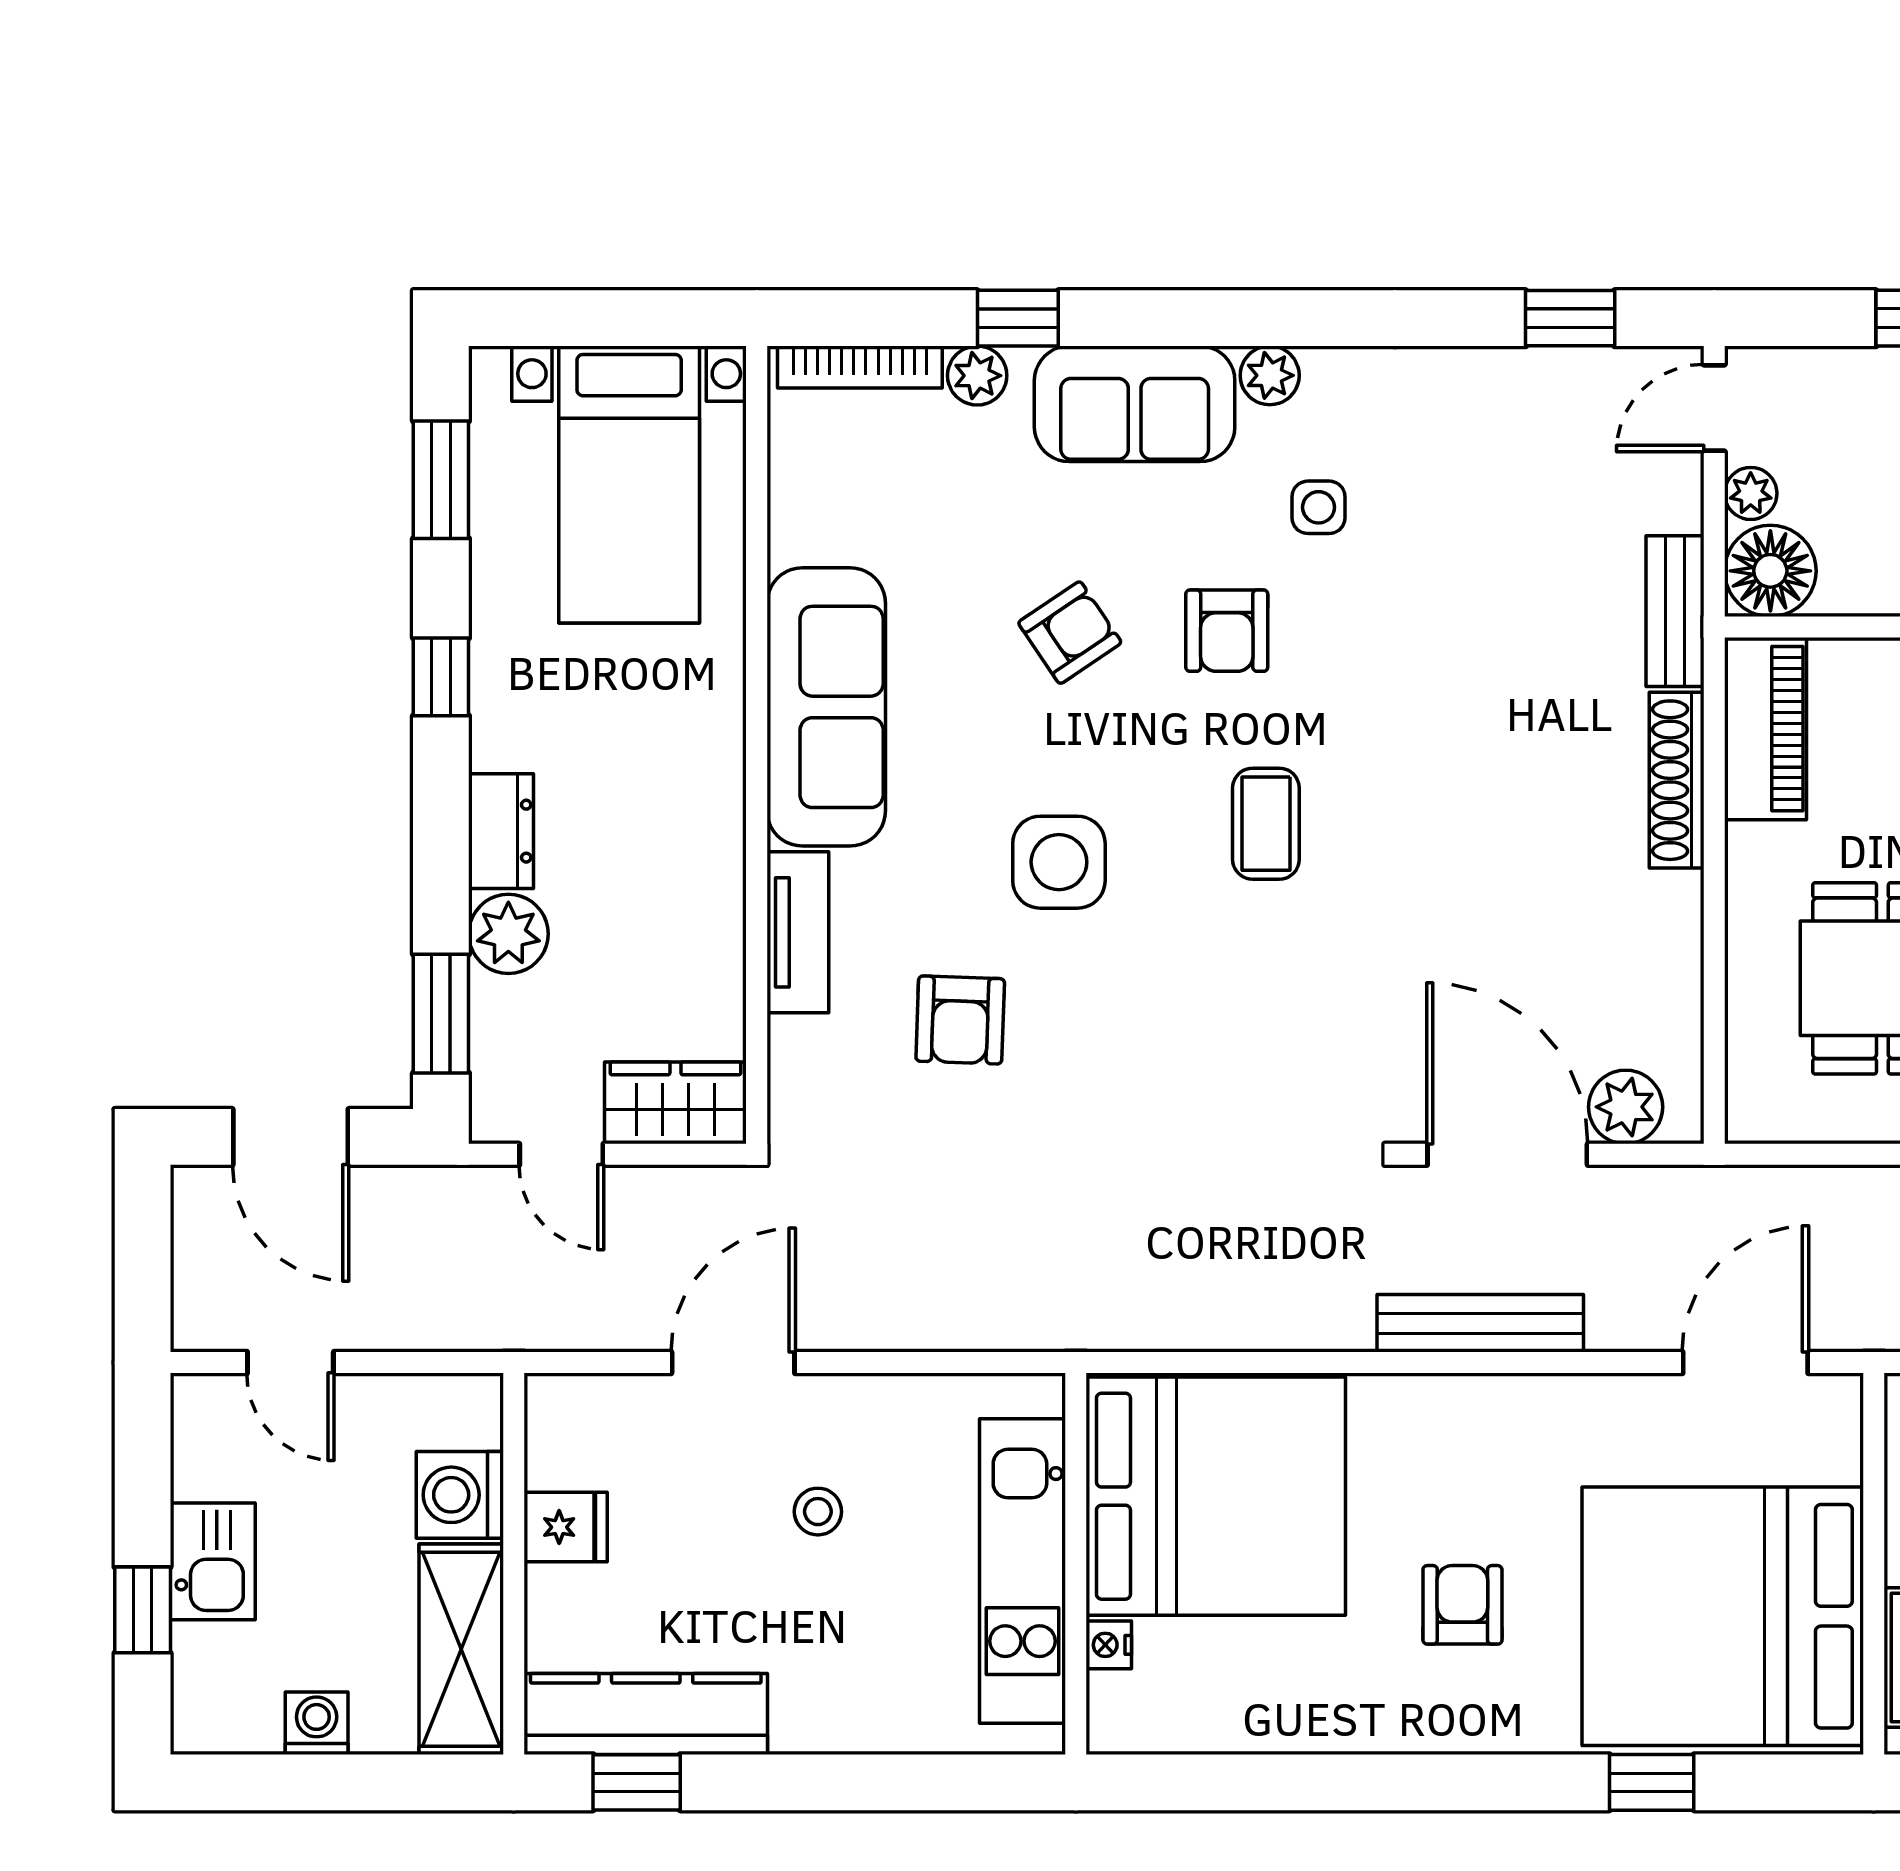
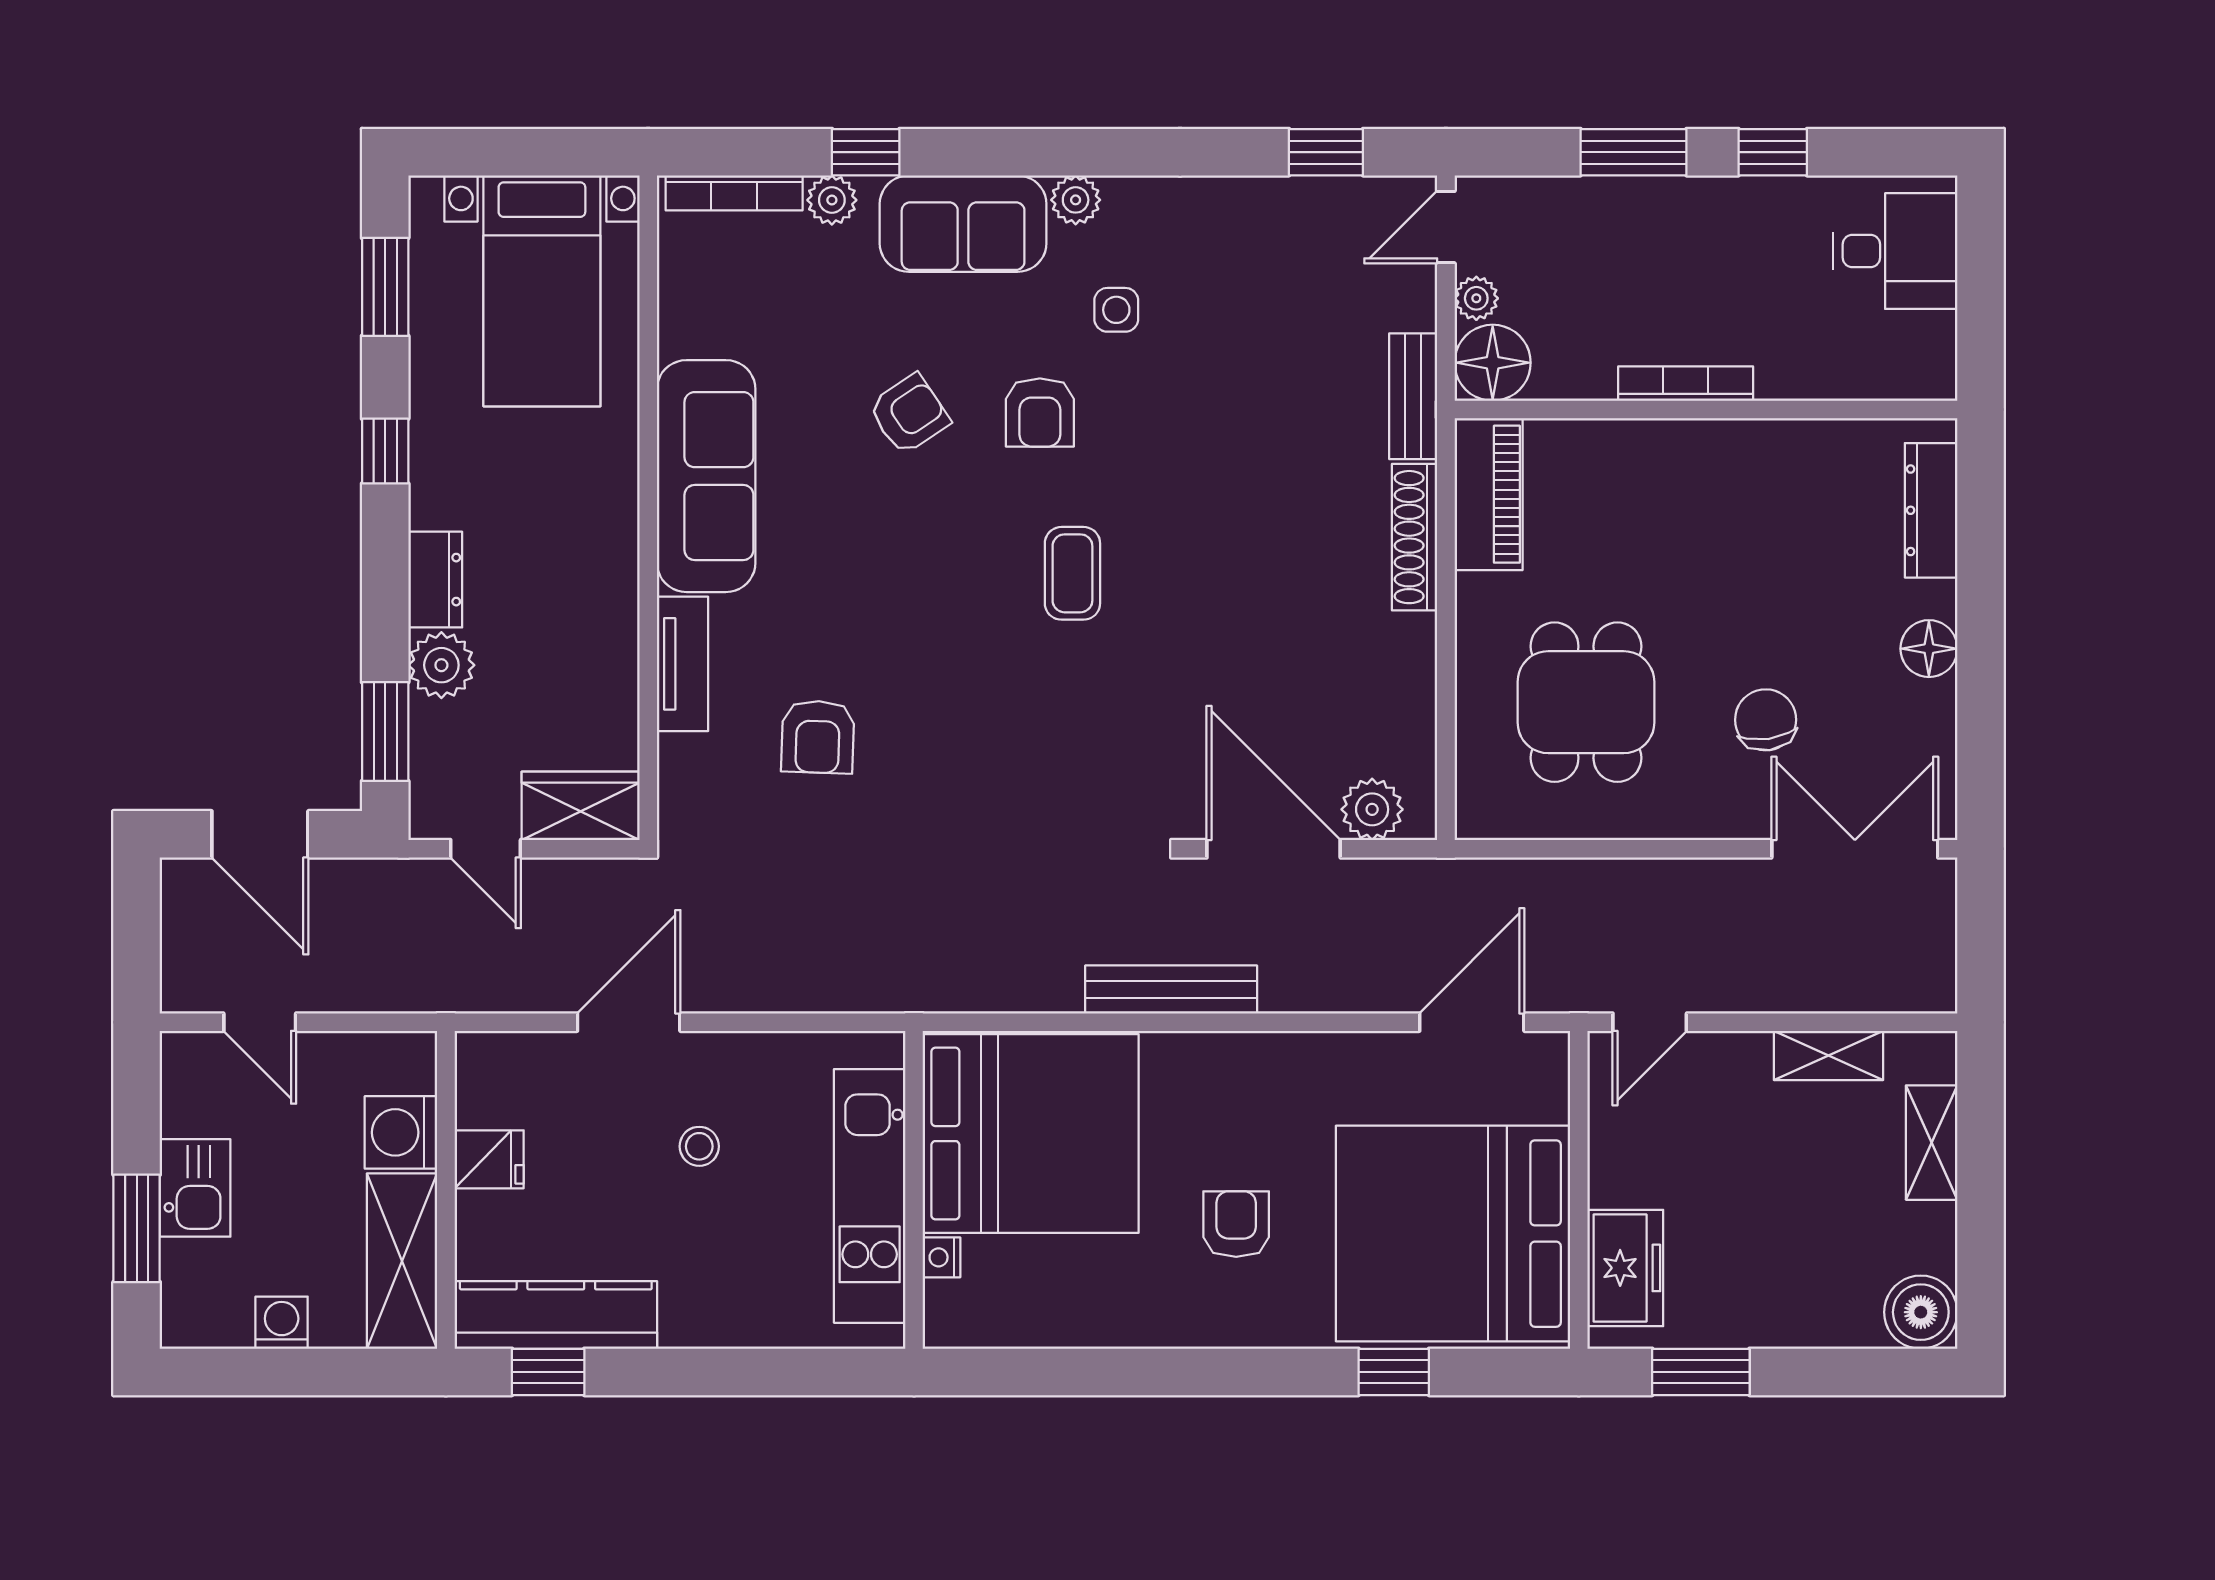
side table: (1059, 862) -> (900, 605), removed
bench: (1480, 1323) -> (1171, 989), moved
window: (143, 1610) -> (137, 1228), width x1.50

